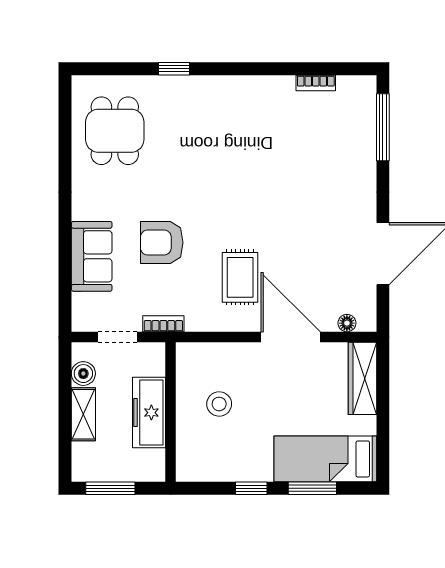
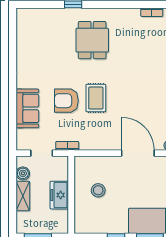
dining table: (115, 131) -> (92, 40), moved
rug: (240, 277) -> (96, 98), moved
freezer: (149, 413) -> (59, 195), width x0.71

